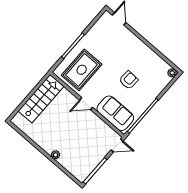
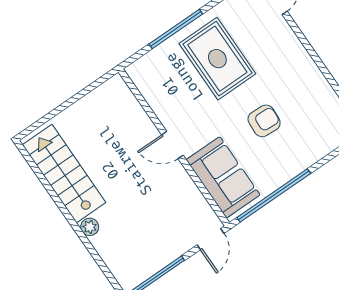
rug: (82, 70) -> (217, 59), moved, turned 90
stairs: (41, 99) -> (64, 174), moved, turned -90
door: (117, 145) -> (211, 239), hinge flipped

